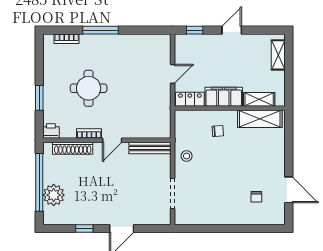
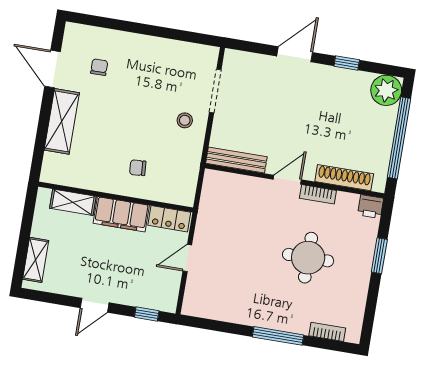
shelving: (260, 119) -> (62, 121), moved, turned 90
stool: (187, 156) -> (185, 120), moved
plant: (54, 195) -> (386, 90), moved

